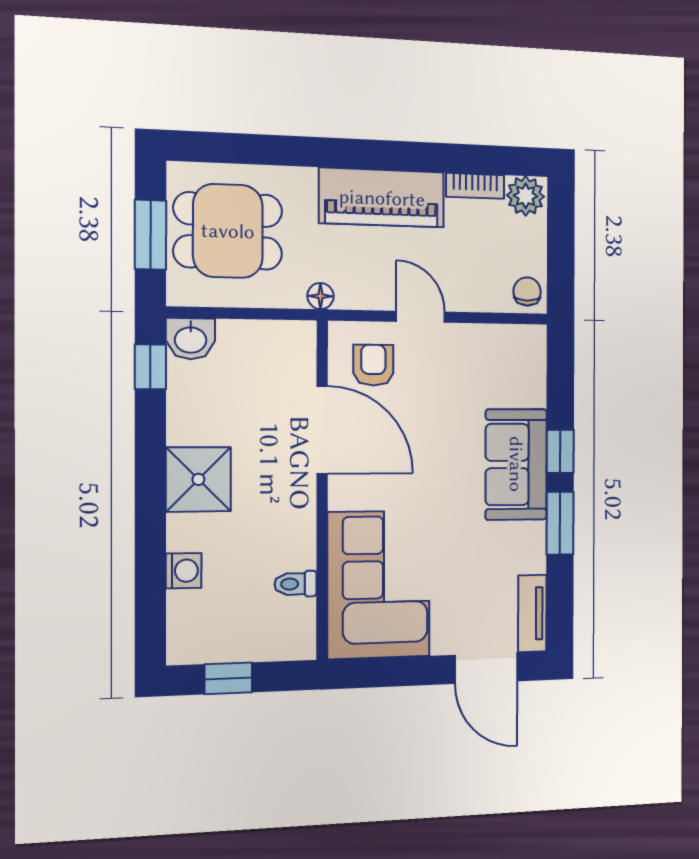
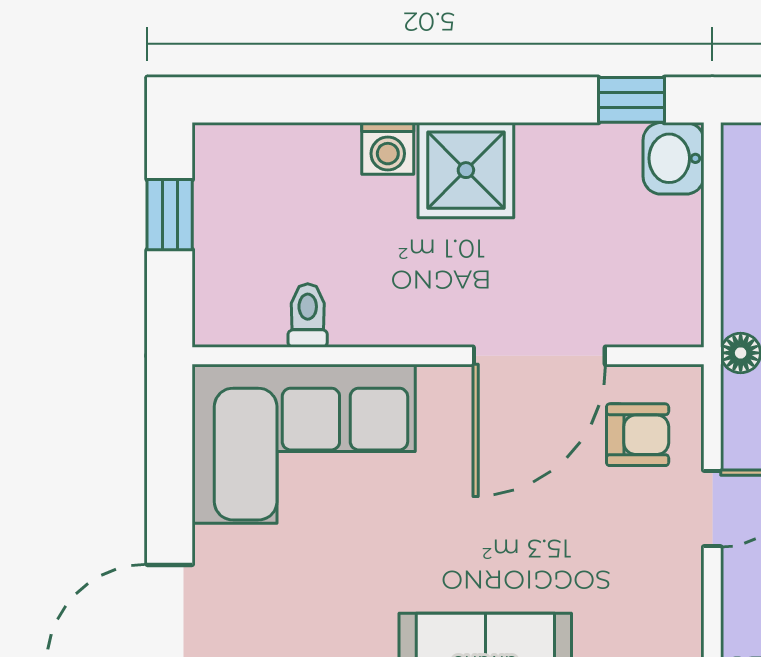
washing machine: (184, 571) -> (388, 148), moved

